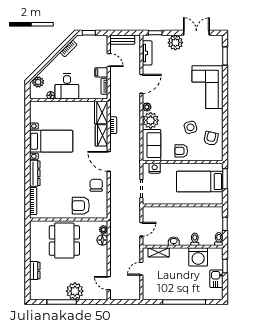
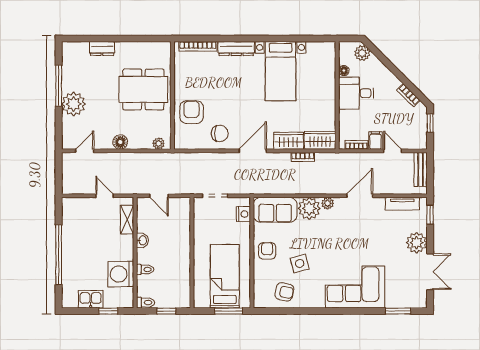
door: (109, 60) -> (393, 151), swing flipped
door: (141, 84) -> (360, 196), swing flipped
floor lamp: (102, 240) -> (120, 142), moved

